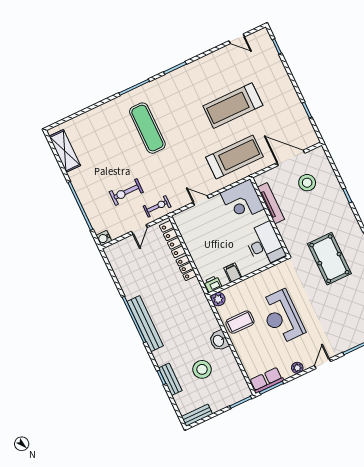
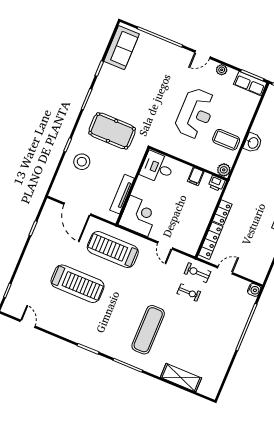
shelving: (65, 151) -> (181, 378), moved, turned 90
stool: (307, 183) -> (82, 162), moved
exercise bike: (126, 192) -> (189, 293), moved, width x0.73, depth x0.72
desk: (265, 244) -> (157, 168), width x0.73
pool table: (329, 259) -> (112, 131), moved, turned 90

